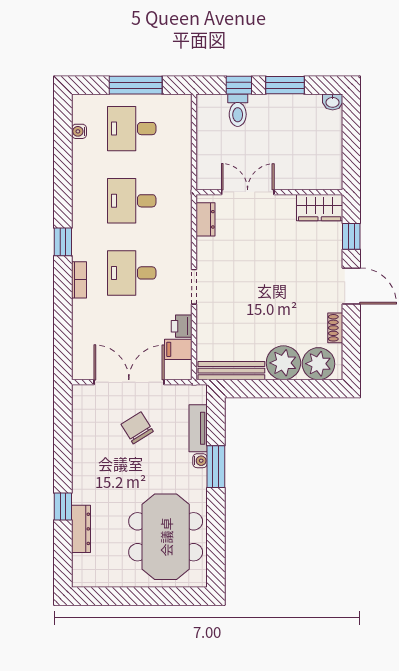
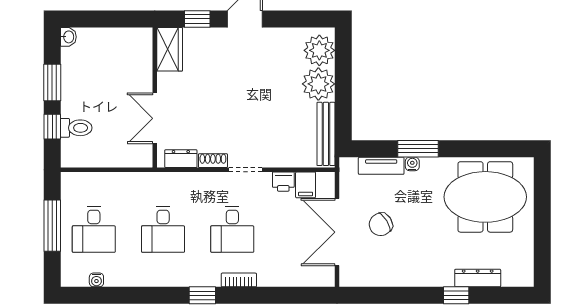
shoe rack: (335, 328) -> (213, 161), moved, turned 180

